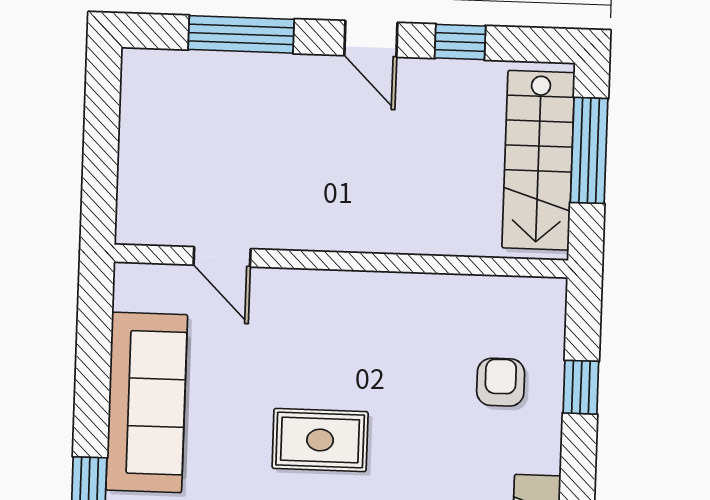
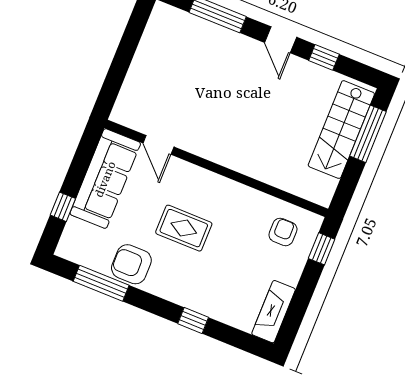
door: (222, 257) -> (158, 145), moved
wall: (341, 261) -> (216, 168), moved

